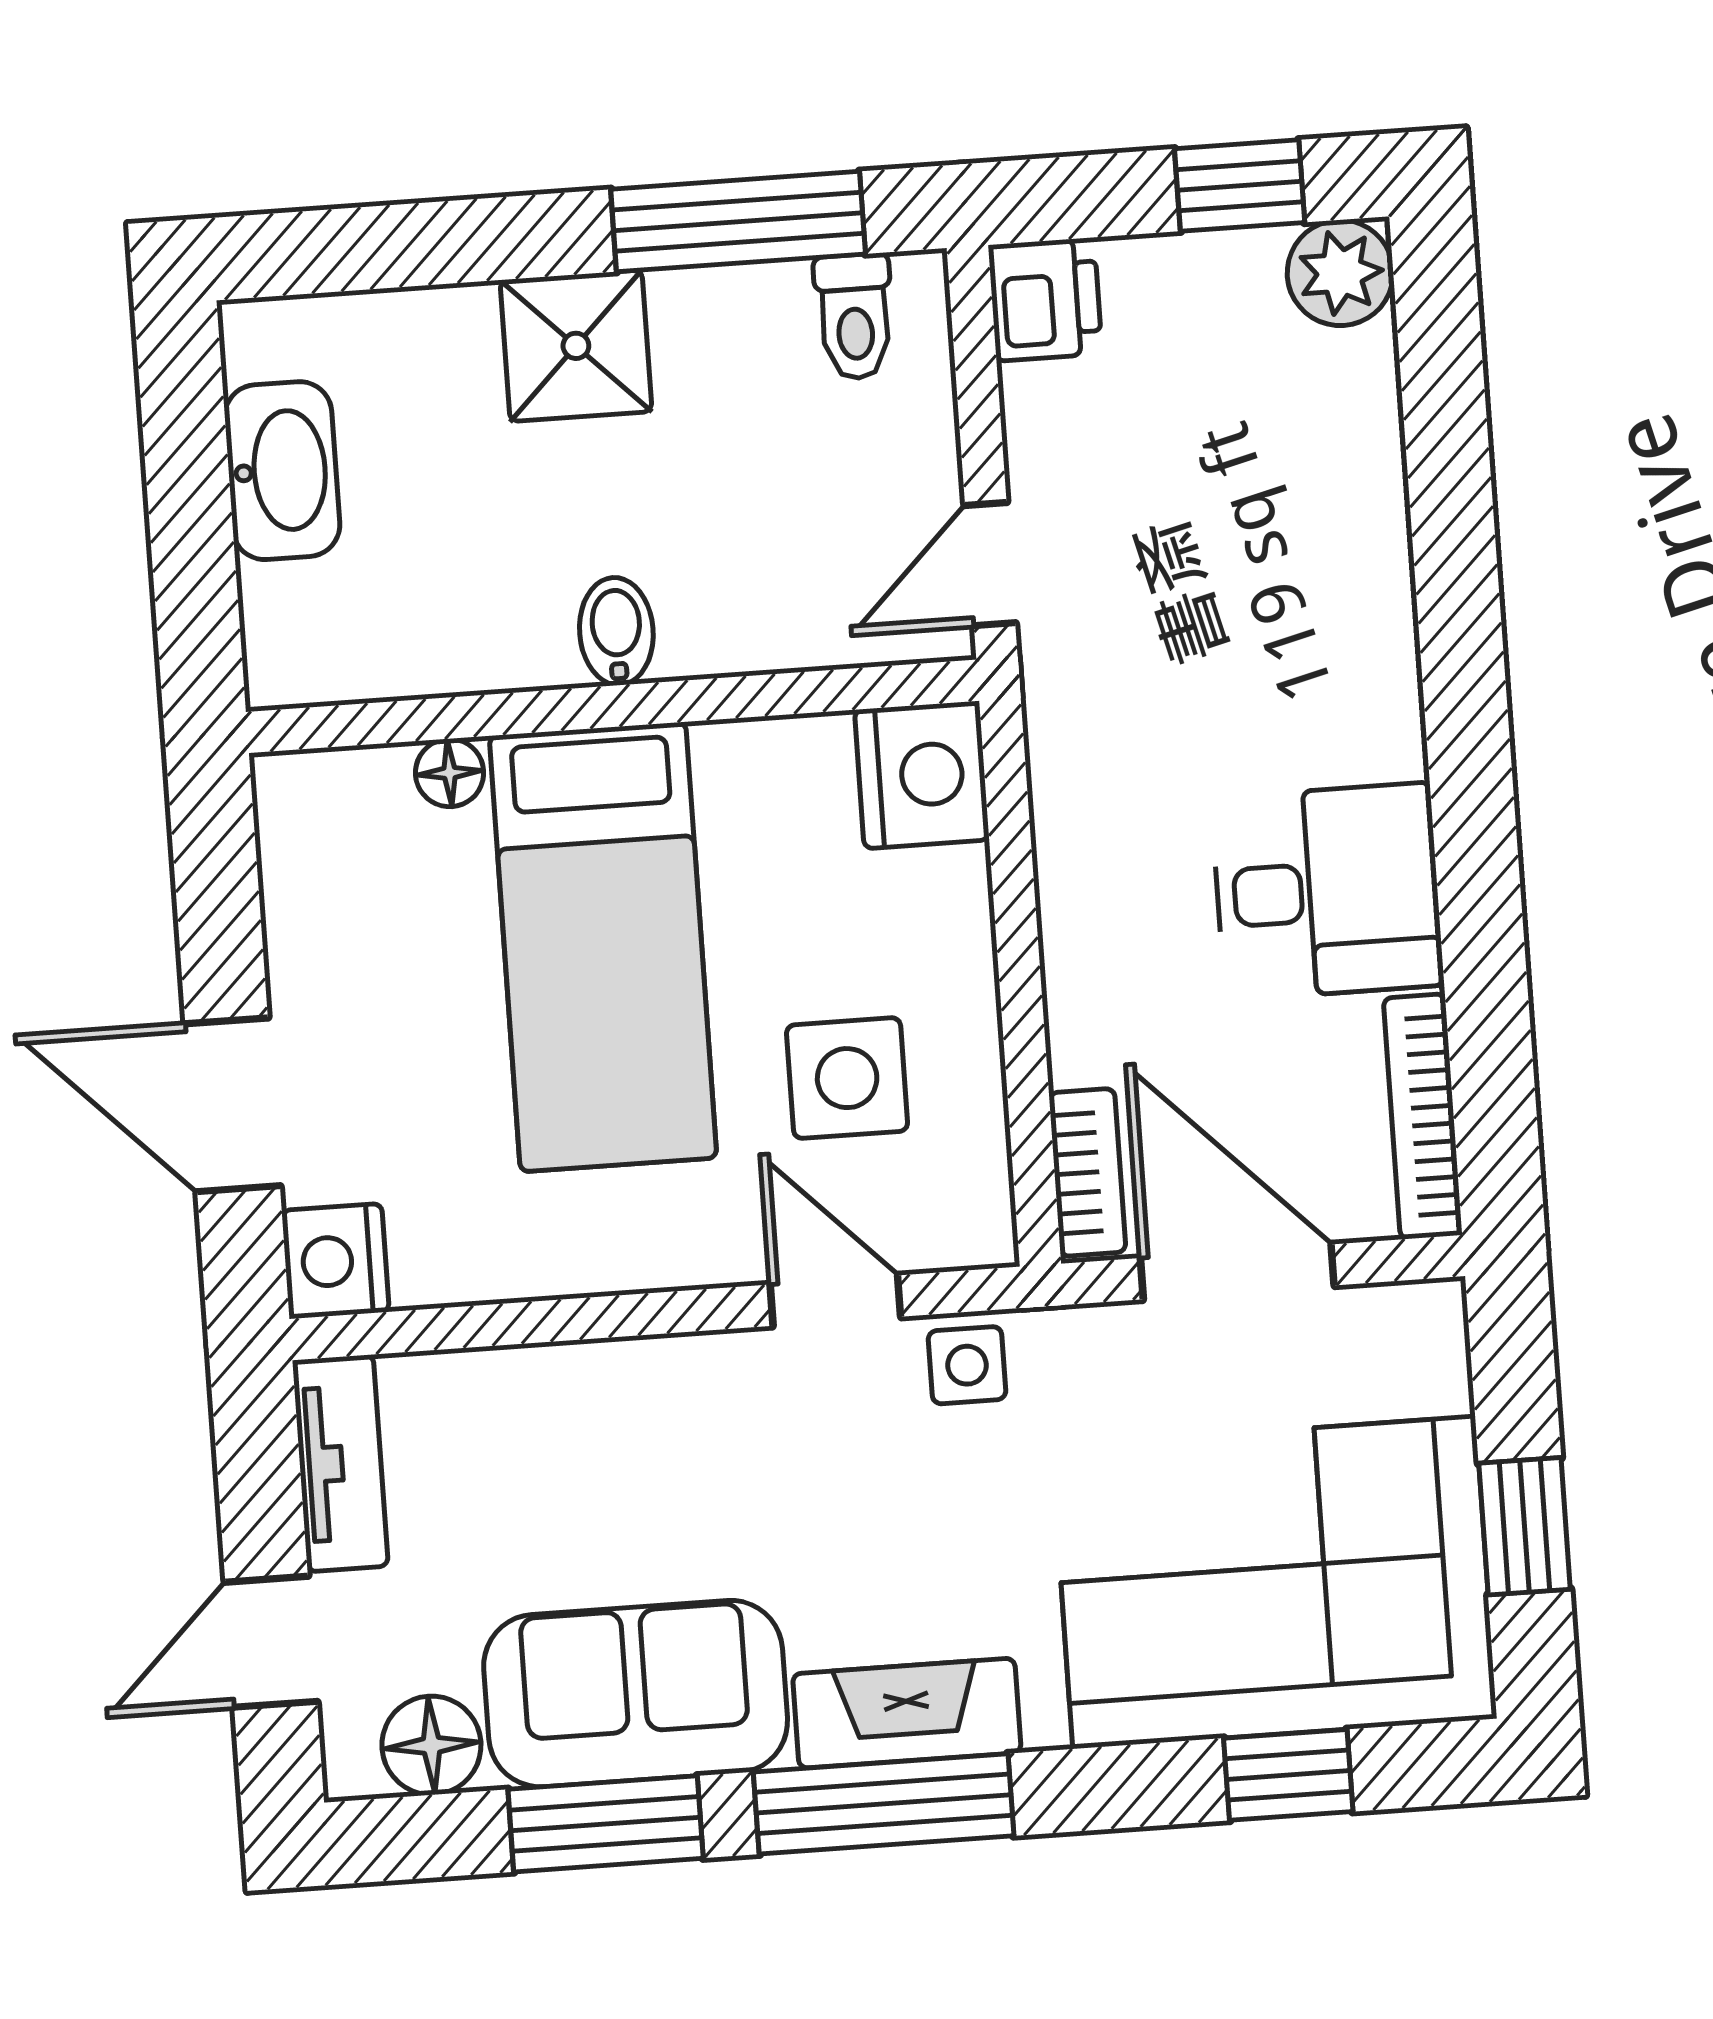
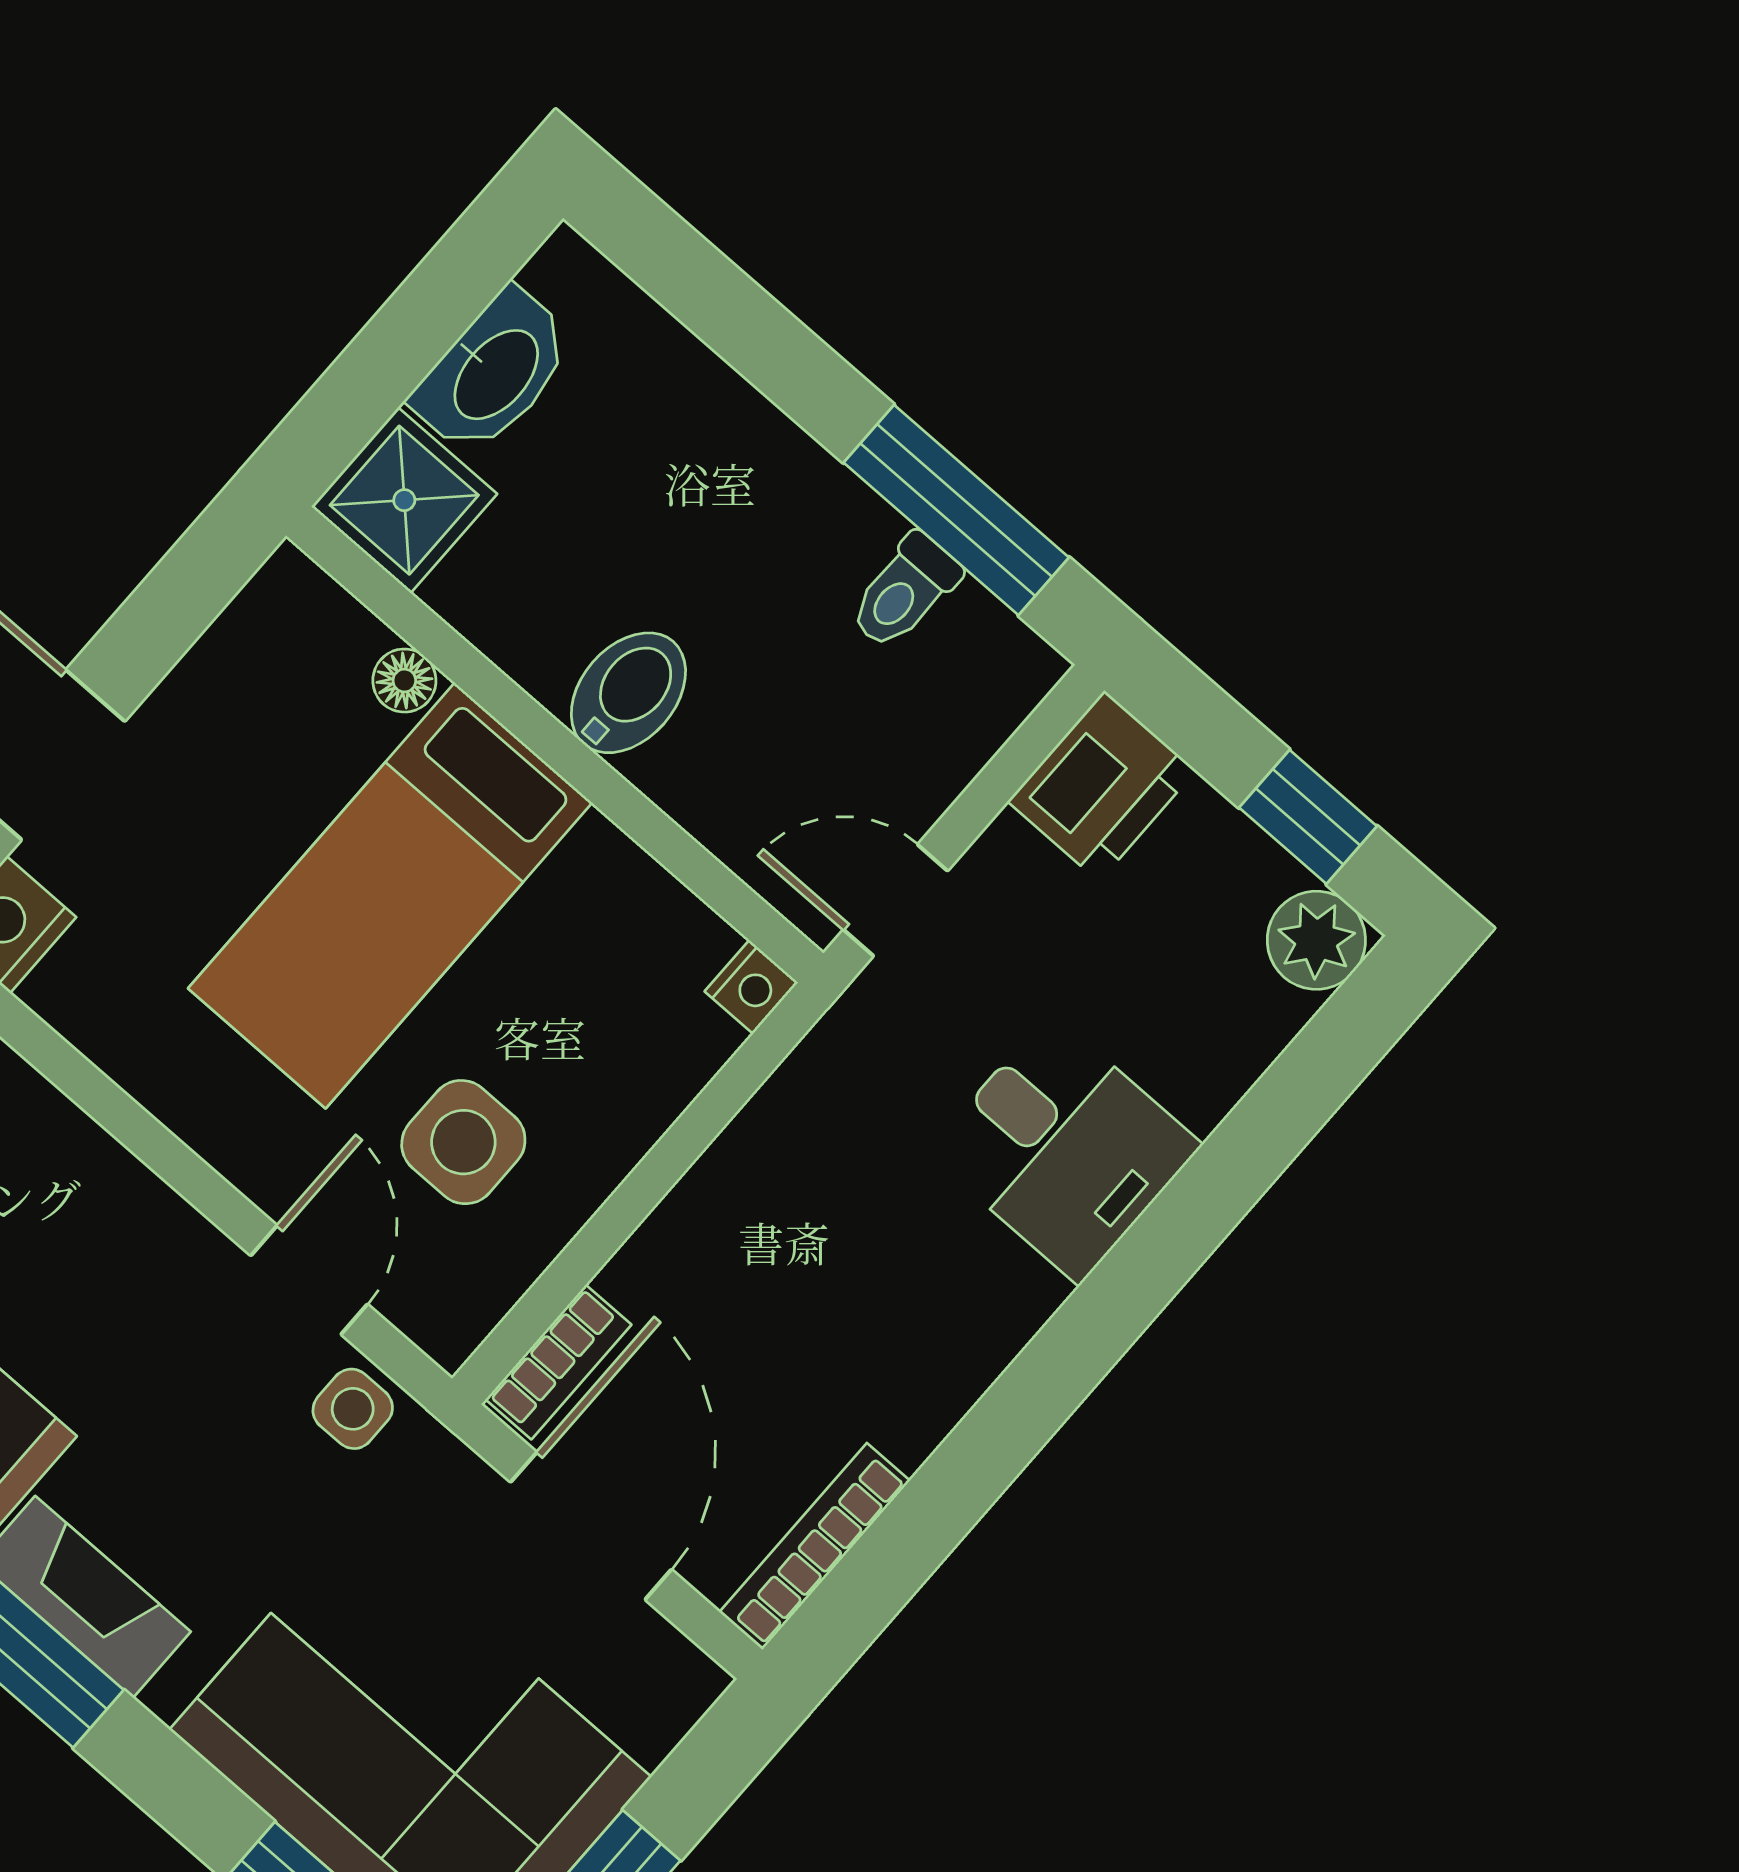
printer: (1045, 300) -> (1102, 786), width x1.36, depth x1.24
toilet: (854, 316) -> (904, 592), moved
shower: (576, 346) -> (404, 500), moved
bidet: (616, 631) -> (628, 693), width x1.38, depth x1.36
nightstand: (922, 775) -> (751, 987), width x0.53, depth x0.56
desk: (1327, 891) -> (1064, 1149), moved

